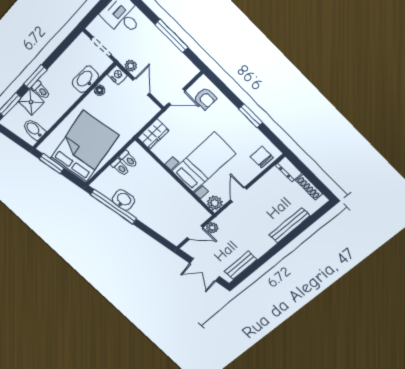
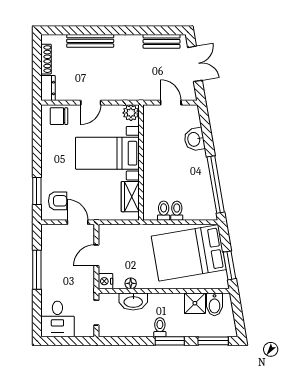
plant: (131, 66) -> (88, 278), removed
toilet: (41, 90) -> (160, 327), moved
armchair: (205, 98) -> (58, 201), turned 90
shower: (31, 102) -> (195, 303), moved
window: (251, 116) -> (37, 191), moved
wardrobe: (153, 134) -> (130, 197), moved, turned -90
chair: (262, 157) -> (59, 116), turned 90
door: (238, 195) -> (91, 103), moved
washbasin: (123, 200) -> (194, 139), moved
plant: (212, 228) -> (153, 94), removed

